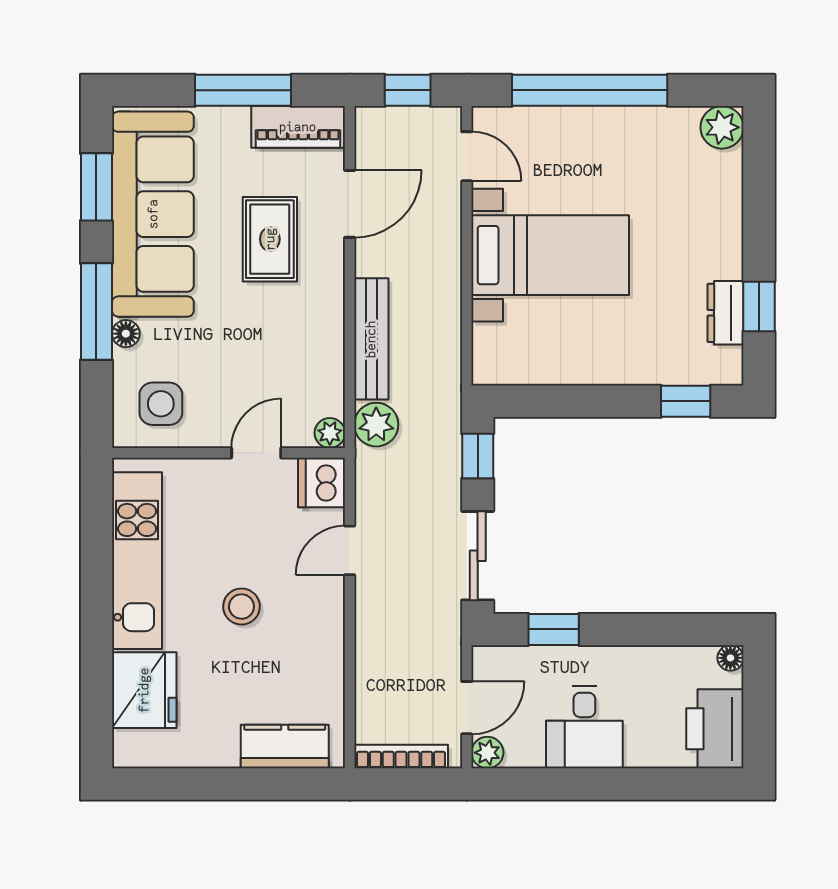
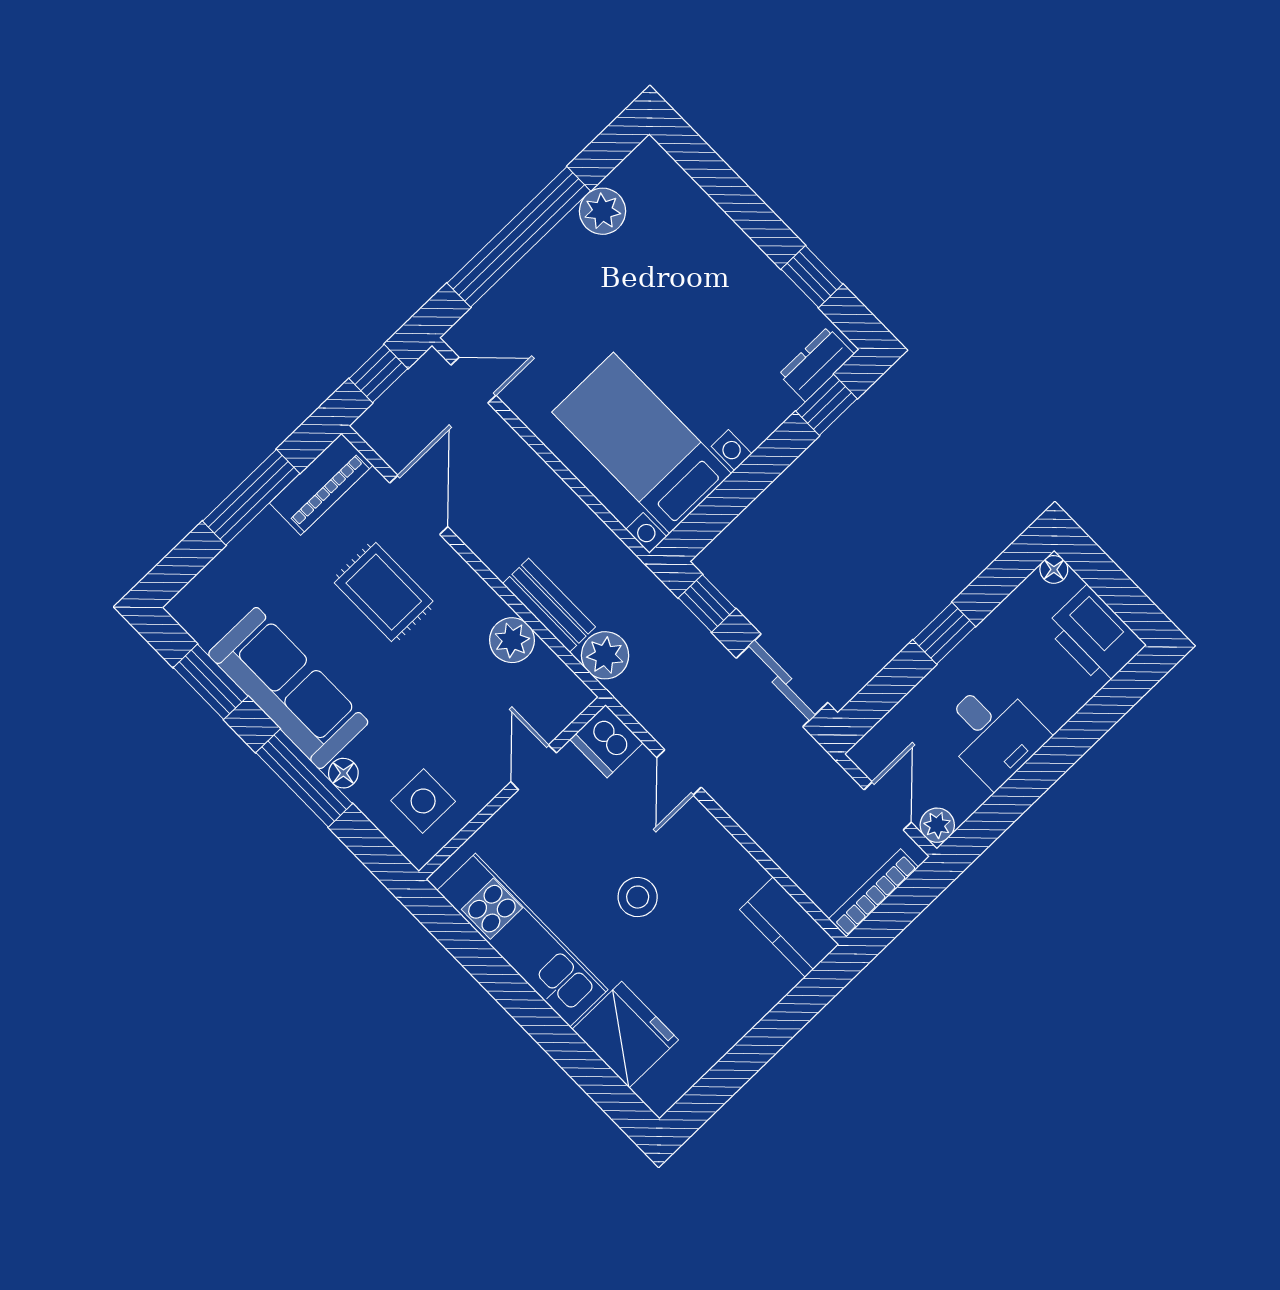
plant: (722, 127) -> (602, 211), moved
sofa: (153, 214) -> (288, 688), width x0.74, depth x0.79
bed with nightstands: (550, 255) -> (642, 443), moved, turned -90
dresser: (725, 313) -> (816, 364), moved, turned 90
bench: (371, 339) -> (549, 605), width x0.73
plant: (330, 433) -> (512, 640), moved, width x1.38, depth x1.38
window: (554, 629) -> (944, 633), moved
kitchen counter: (285, 747) -> (789, 927), moved, turned -90

